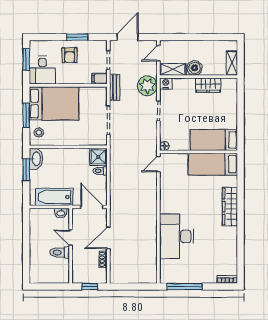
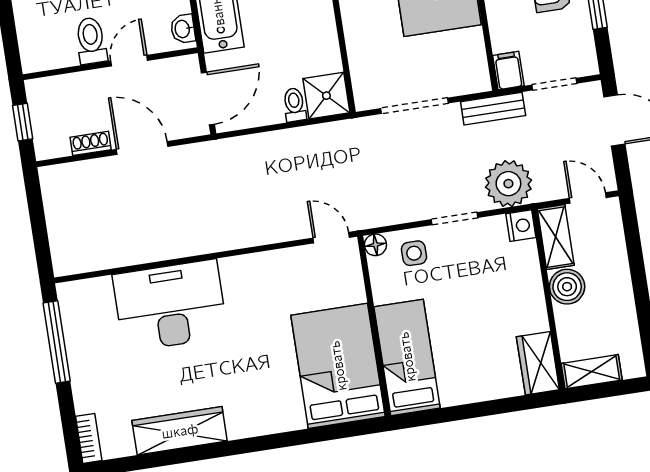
wardrobe: (208, 85) -> (538, 363), moved
side table: (170, 130) -> (414, 253), added
bed: (213, 164) -> (338, 366), width x1.50
wardrobe: (230, 207) -> (180, 431), moved

